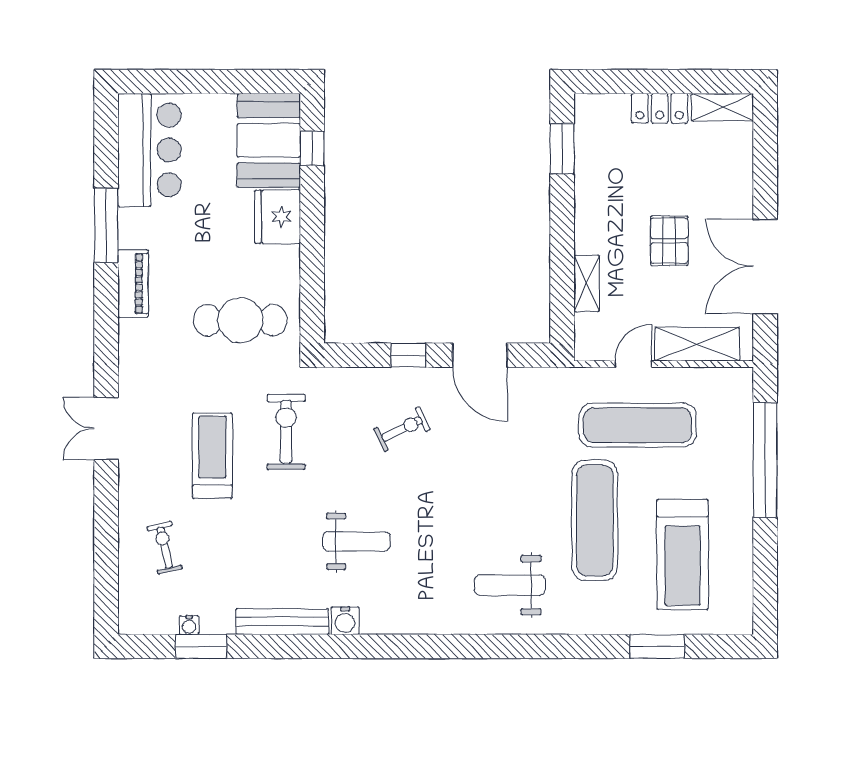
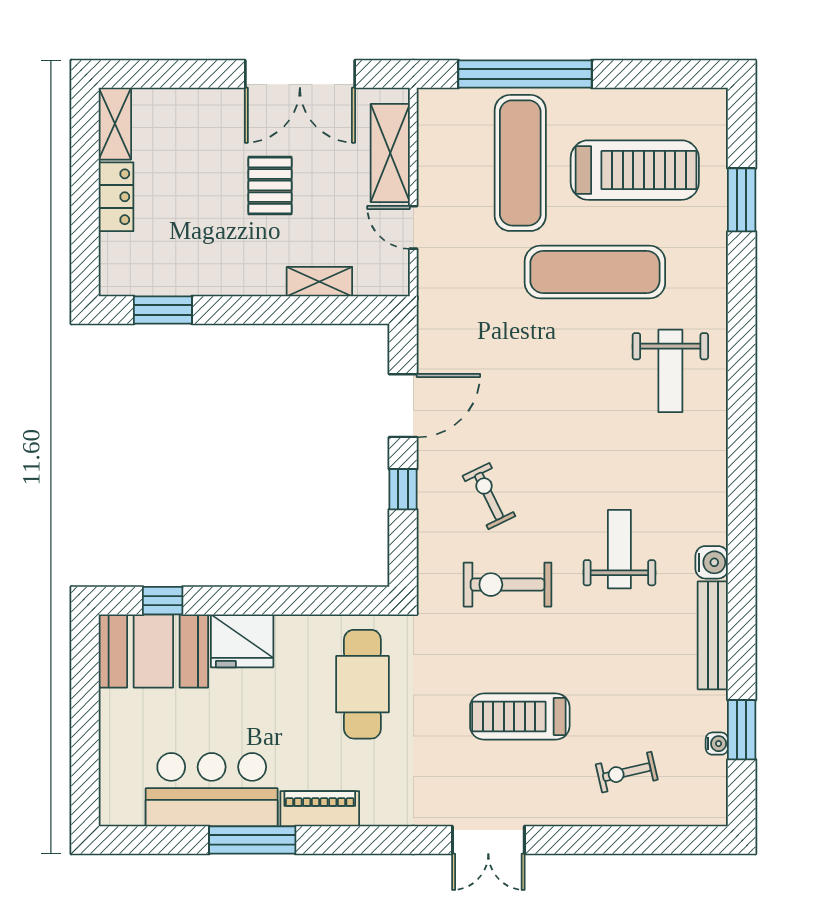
bar counter: (149, 150) -> (212, 790), moved
pallet: (669, 241) -> (270, 186), turned 90
exercise mat: (638, 425) -> (520, 163), moved
exercise bike: (286, 432) -> (508, 585), moved

